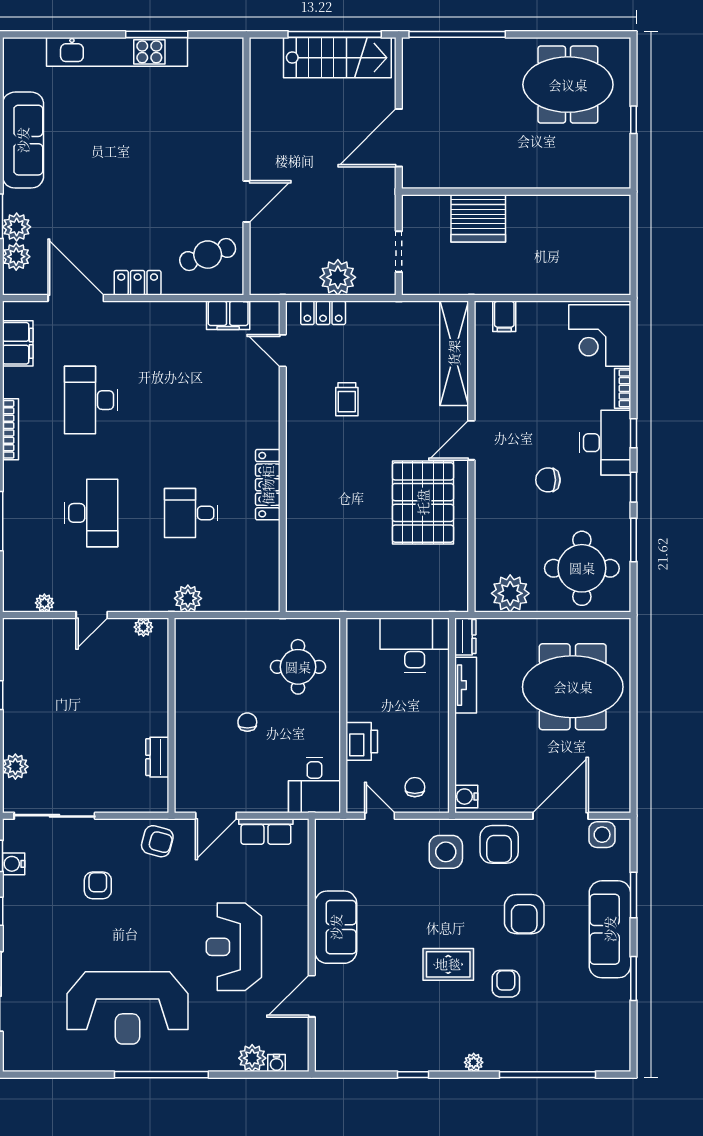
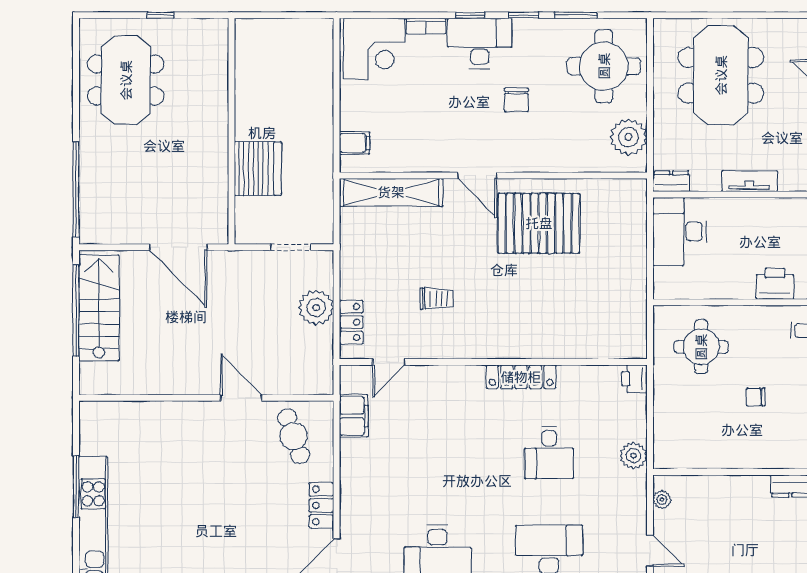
printer: (266, 599) -> (634, 379), added
tv unit: (466, 685) -> (750, 181), moved

